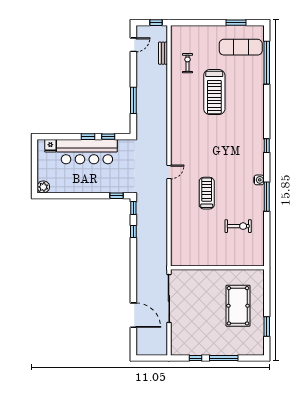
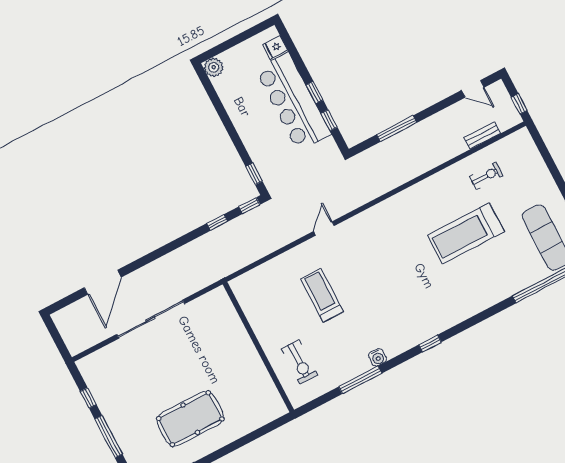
door: (169, 172) -> (324, 228), swing flipped
treadmill: (207, 193) -> (322, 295), turned -90
wall: (217, 268) -> (258, 347), moved

